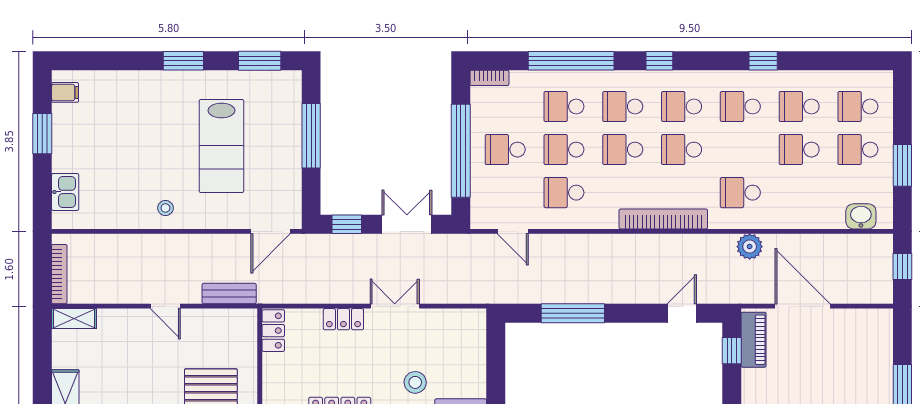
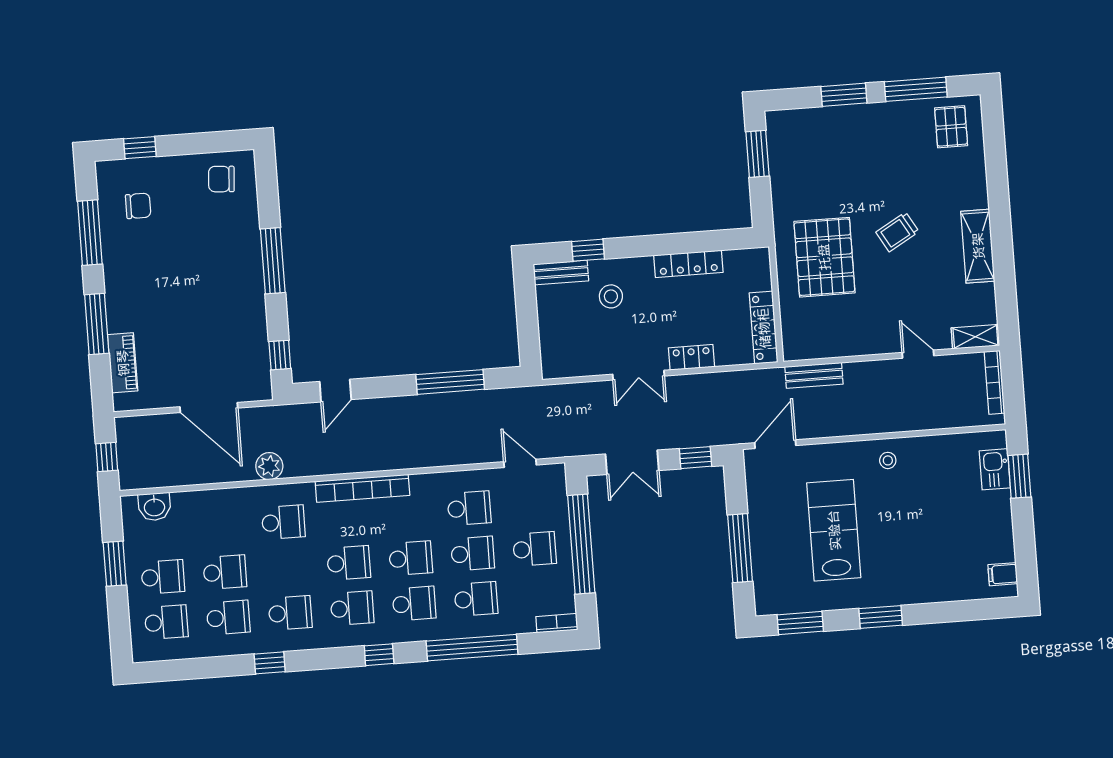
window: (42, 134) -> (1019, 476), moved
door: (165, 306) -> (918, 354), moved
locker: (273, 331) -> (764, 328), width x1.53
piano: (753, 340) -> (123, 363), moved, turned 180

